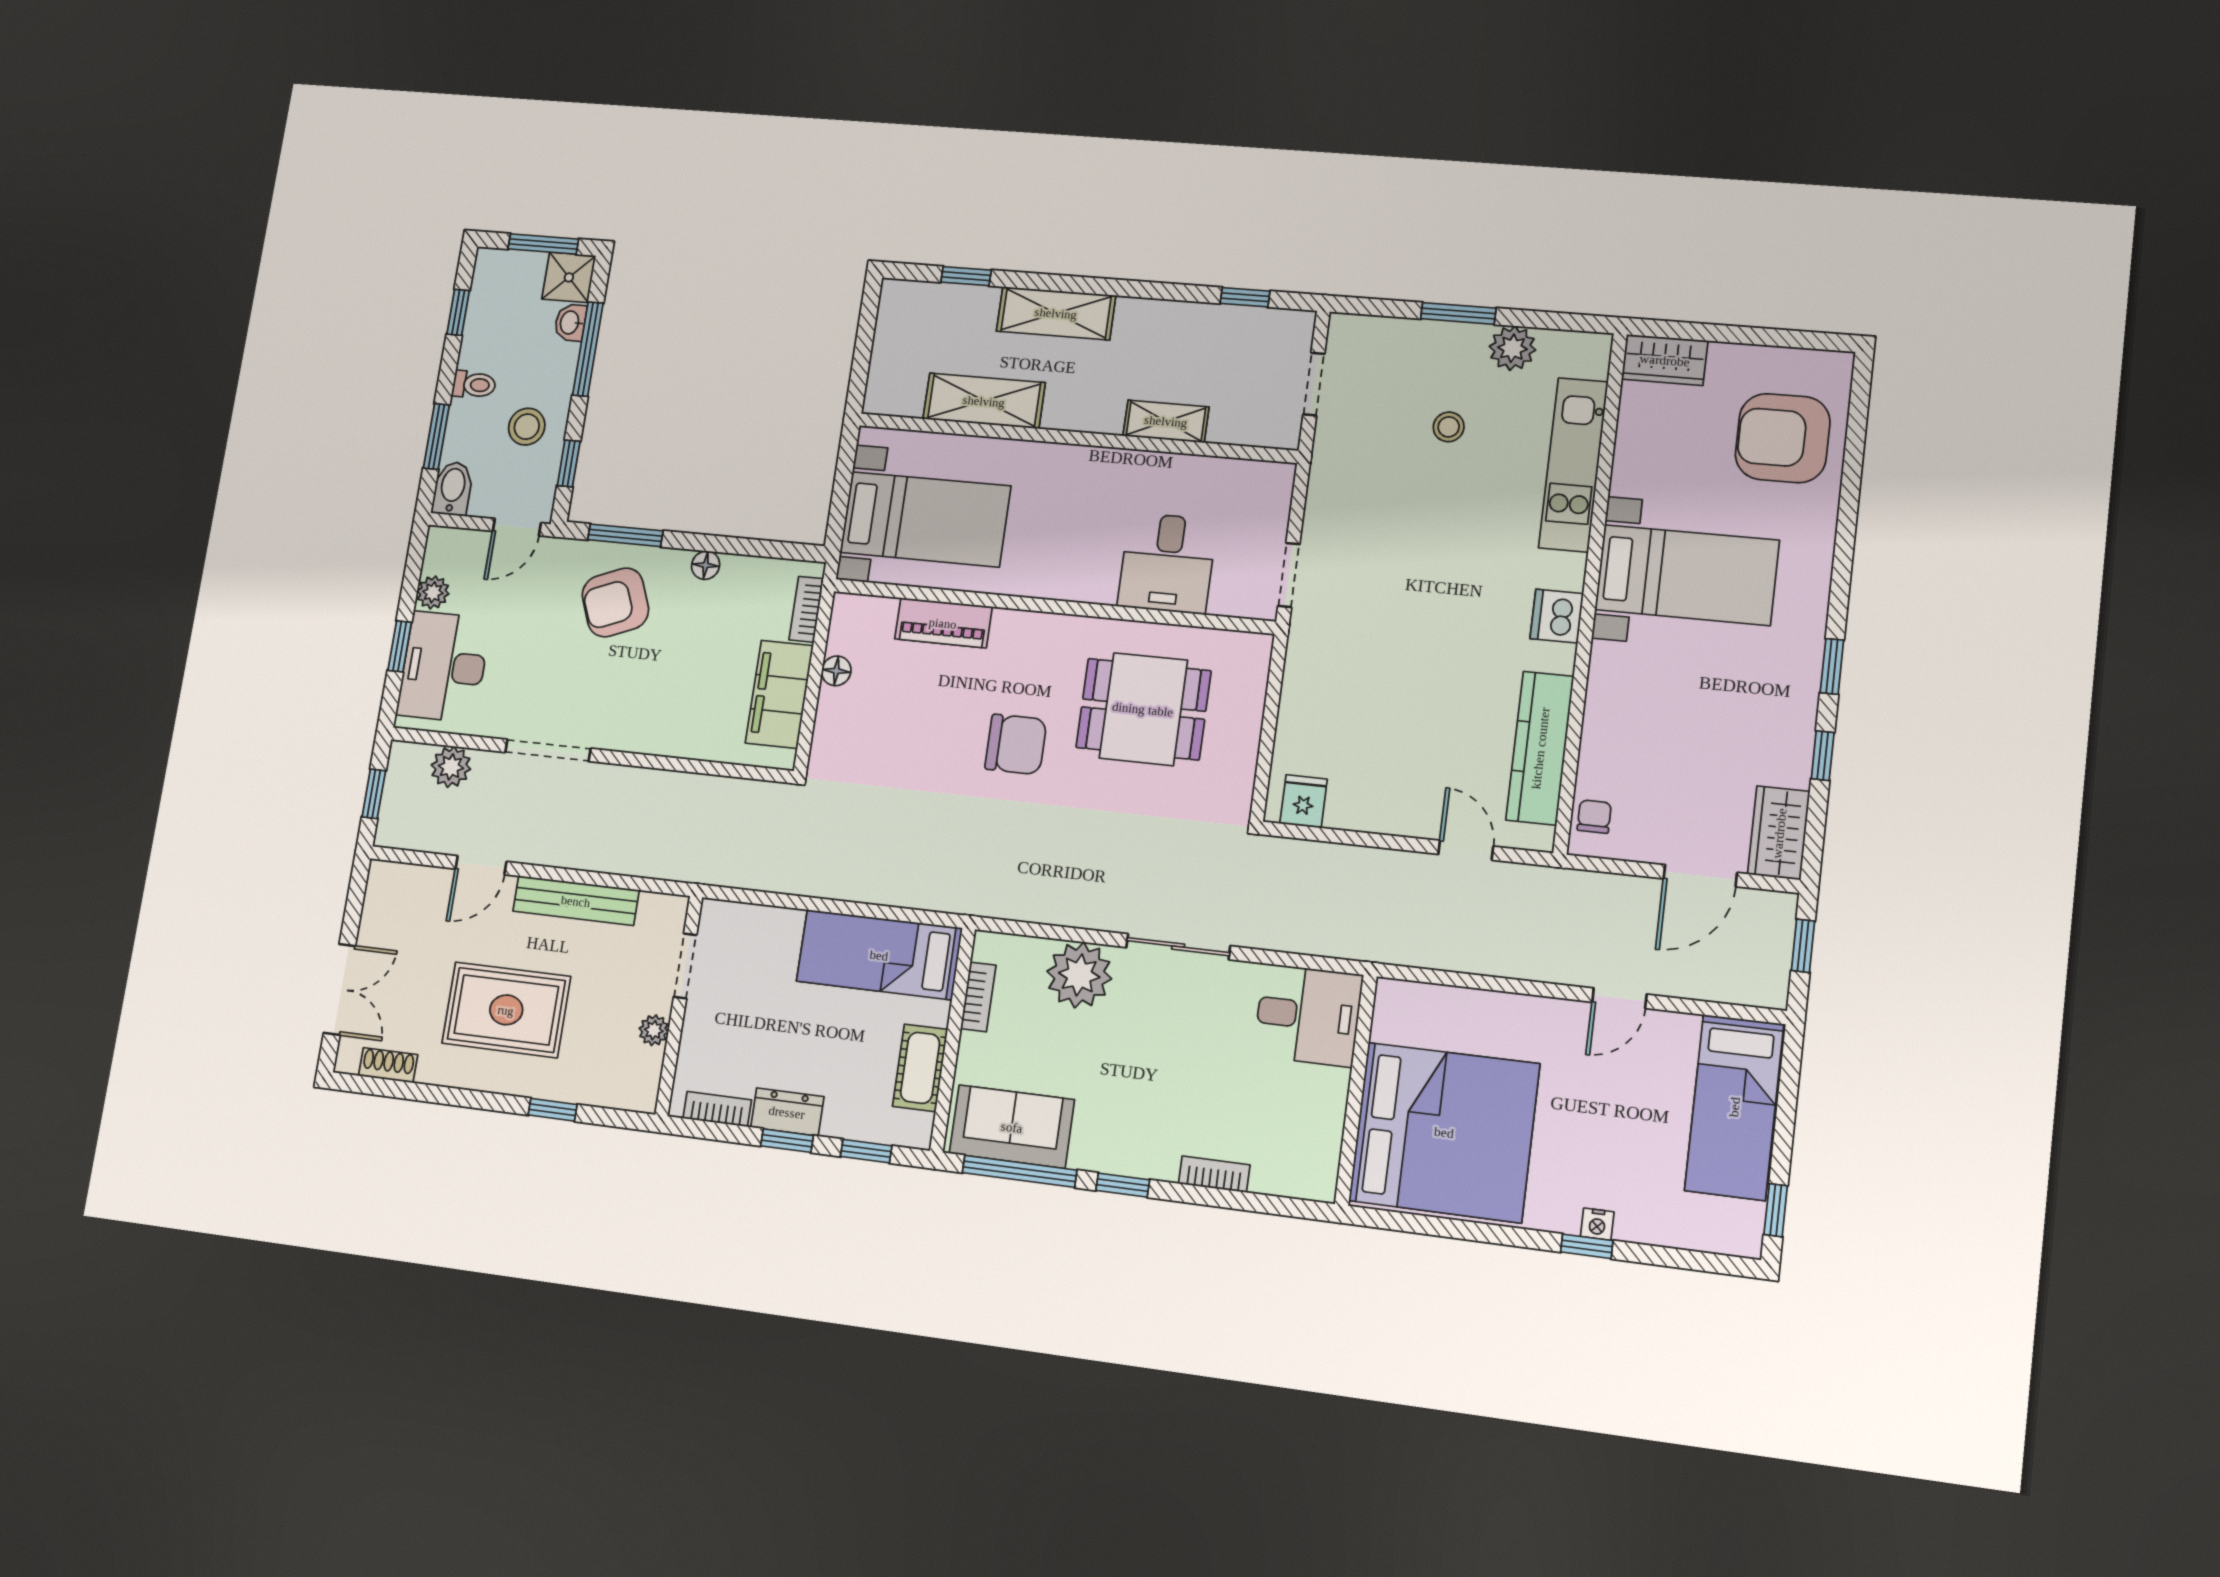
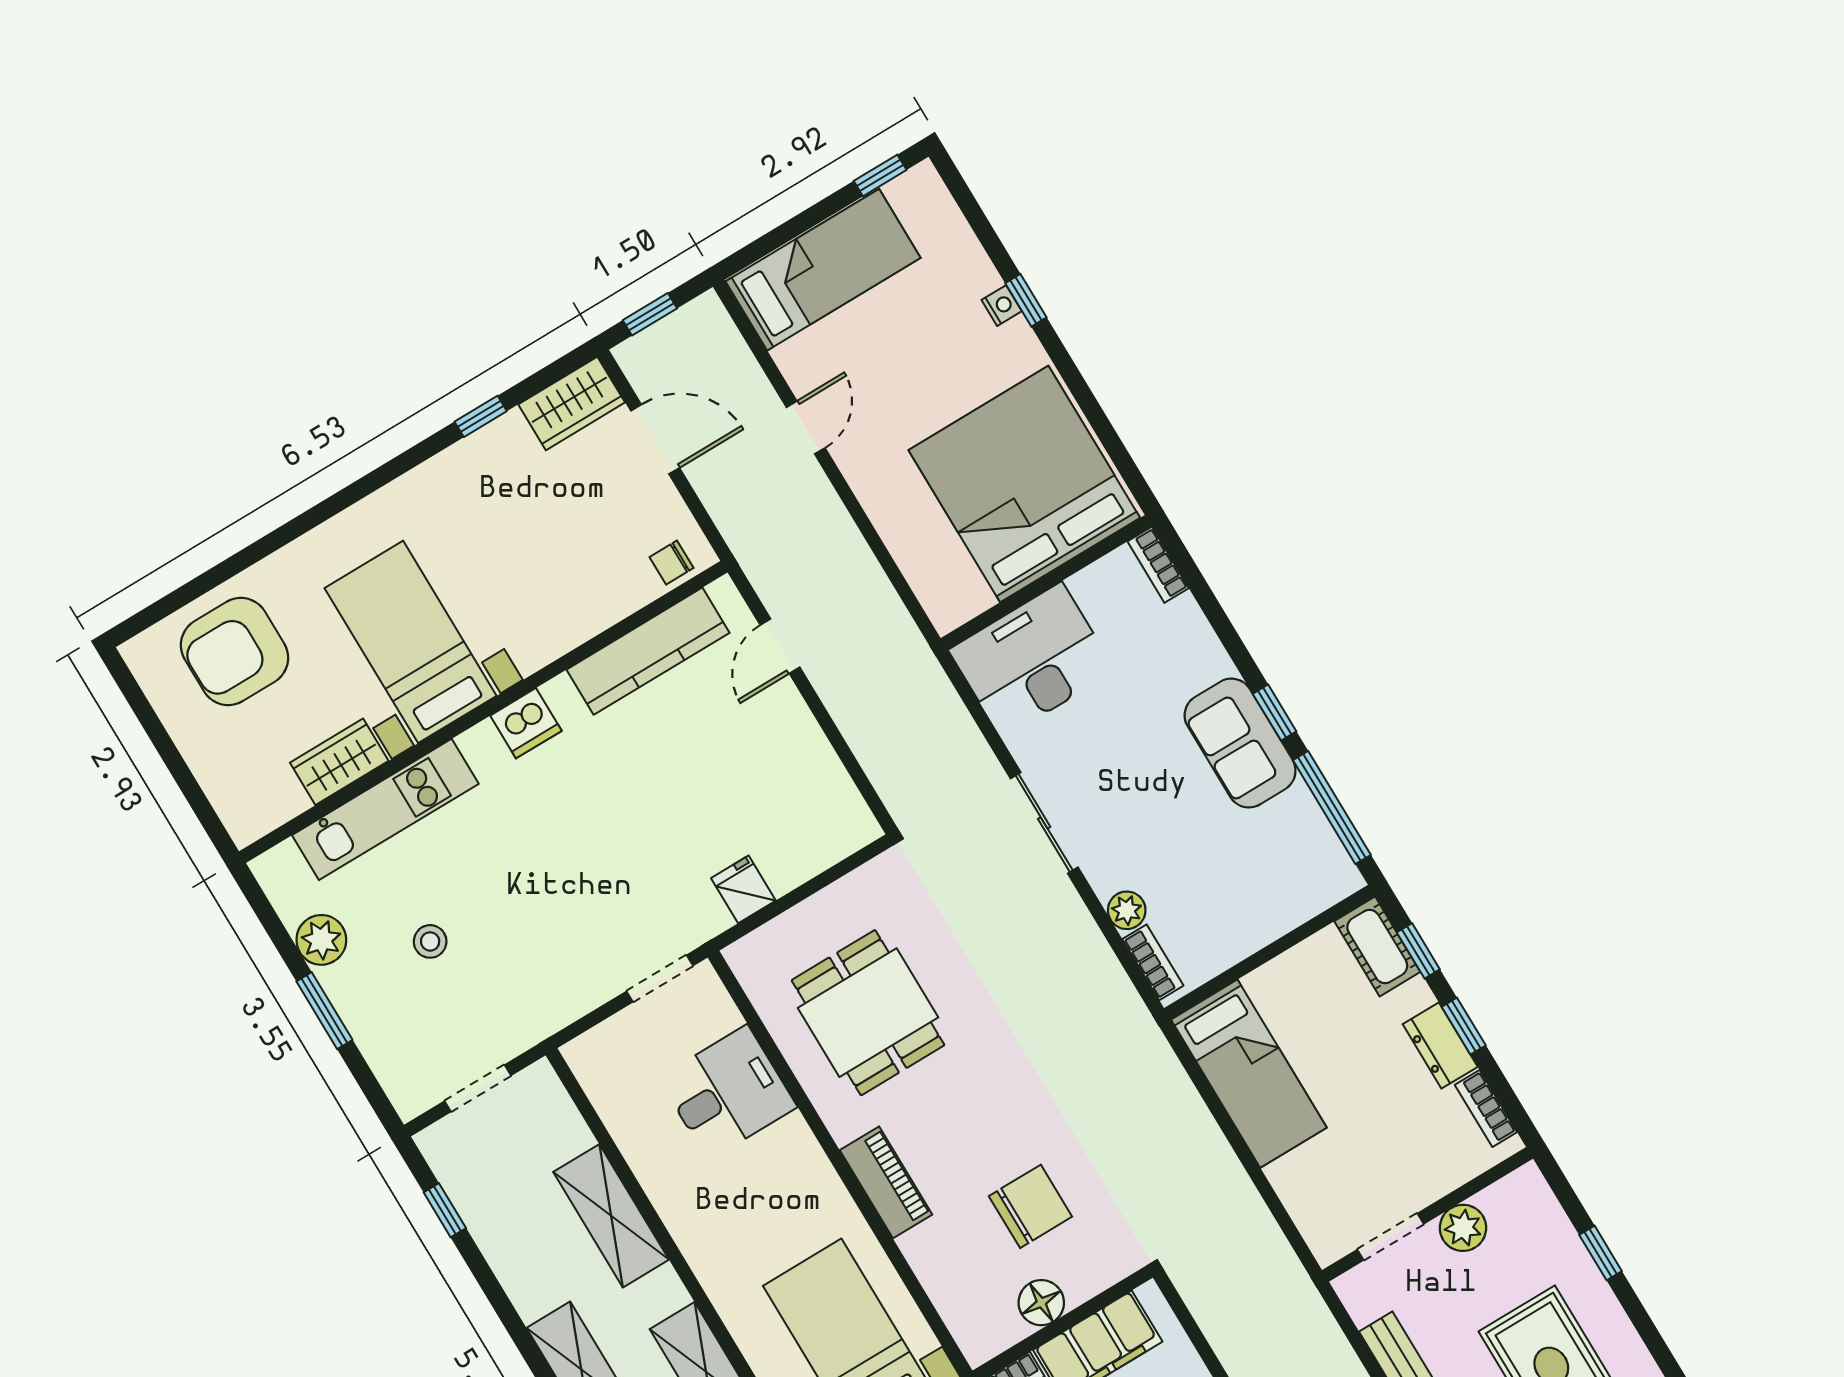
wardrobe: (1665, 360) -> (339, 762), moved, turned -90
shelving: (1166, 421) -> (611, 1216), width x1.50, depth x1.33
armchair: (1783, 438) -> (234, 652), turned 90
piano: (943, 623) -> (886, 1182), moved
window: (1832, 666) -> (400, 465), removed
floor lamp: (836, 671) -> (1041, 1303), width x1.37, depth x1.37
chair: (1016, 744) -> (1030, 1206), moved, turned 90
fridge: (1304, 801) -> (743, 889), moved, turned 90
plant: (1079, 975) -> (1127, 910), width x0.53, depth x0.53
bookcase: (978, 997) -> (1153, 962), moved, turned 90
door: (1619, 998) -> (806, 428), hinge flipped
desk: (1308, 1015) -> (1032, 660), width x1.37
plant: (654, 1030) -> (1463, 1228), width x1.38, depth x1.38
cot: (920, 1068) -> (1377, 947), moved, turned 90
sofa: (1012, 1127) -> (1240, 743), moved
bookcase: (1214, 1174) -> (1158, 565), moved

